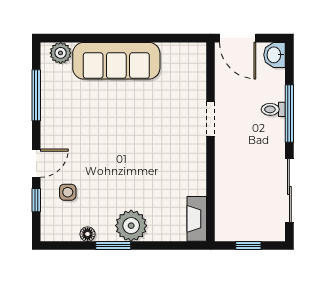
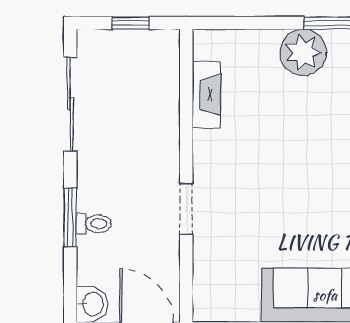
window: (289, 114) -> (70, 217), width x0.69
fireplace: (197, 219) -> (207, 95), moved

